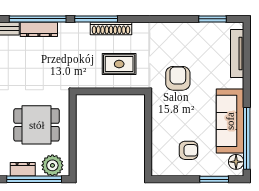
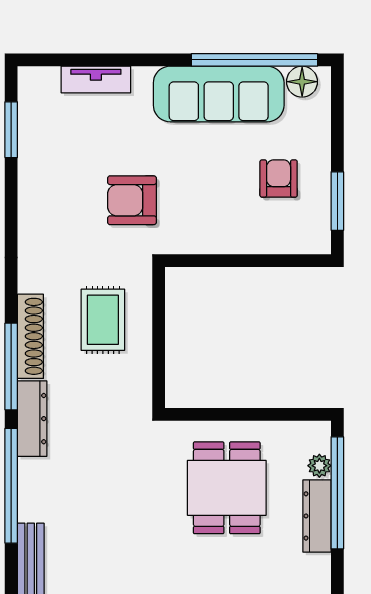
dresser: (39, 29) -> (32, 419), moved
tv unit: (237, 54) -> (96, 80), width x0.71
plant: (52, 165) -> (319, 466), width x0.53, depth x0.53
dresser: (23, 169) -> (317, 516), width x1.44
window: (214, 179) -> (337, 201), moved

